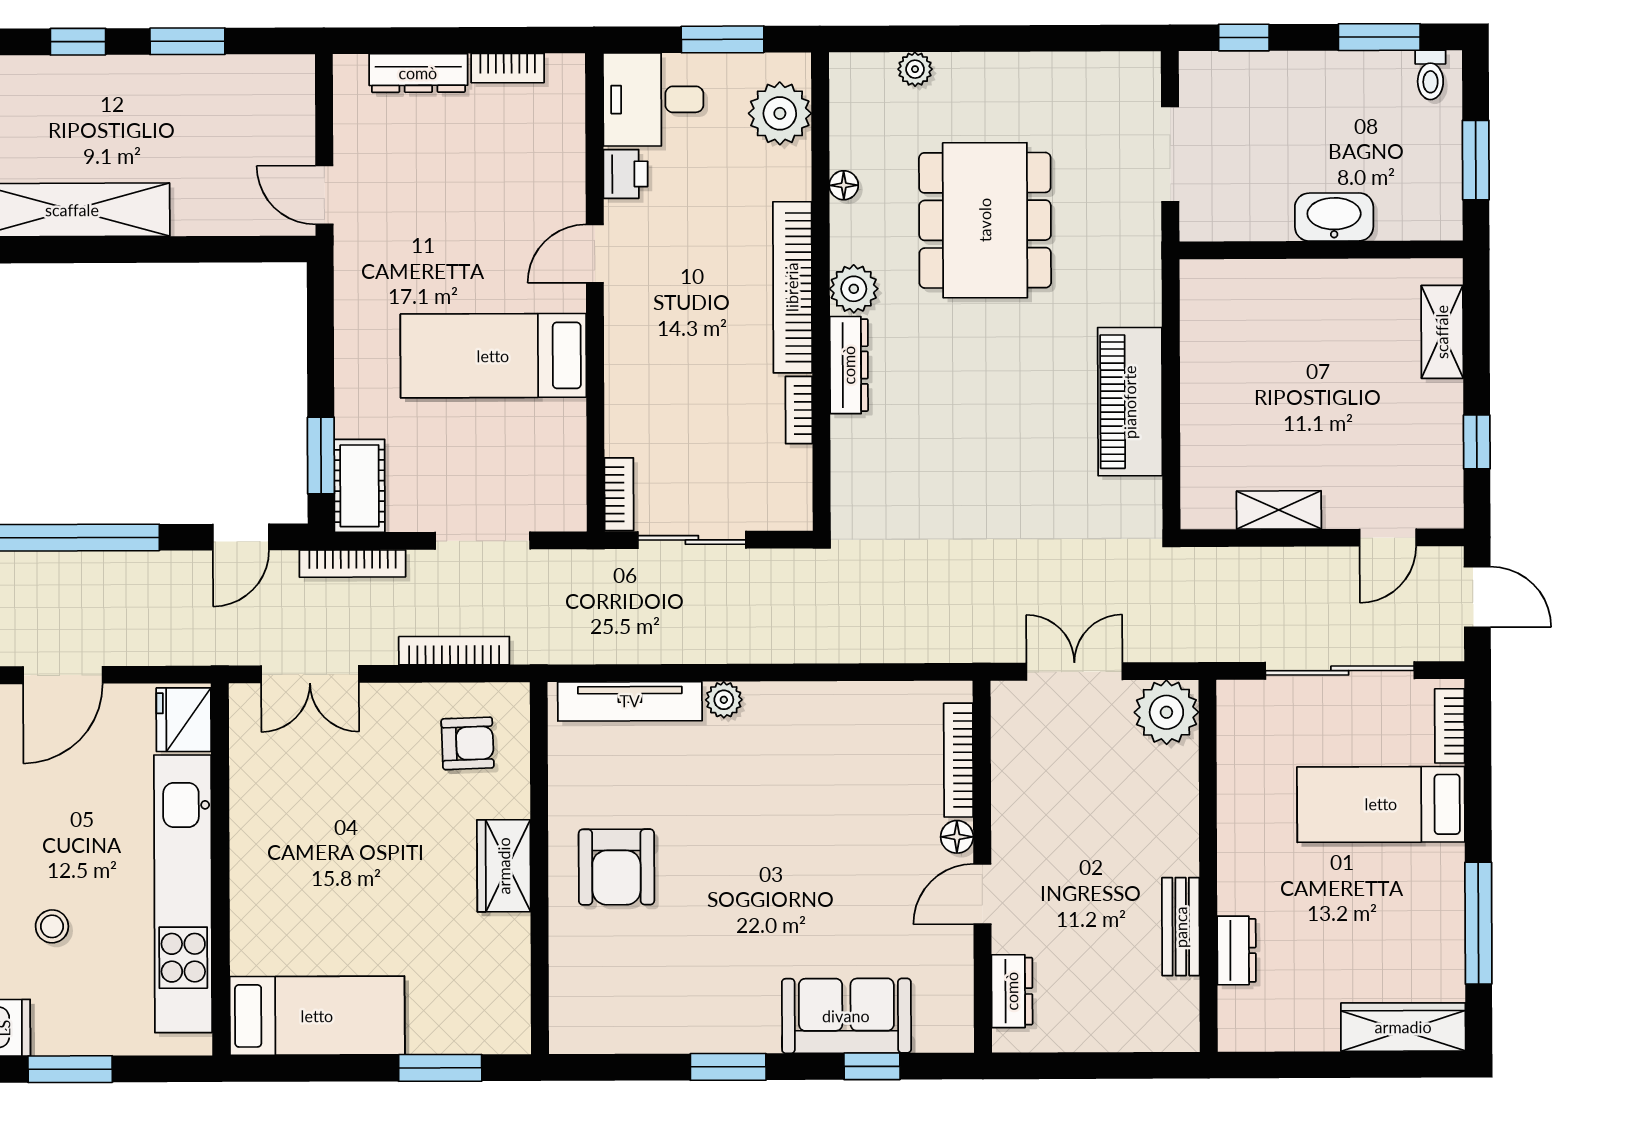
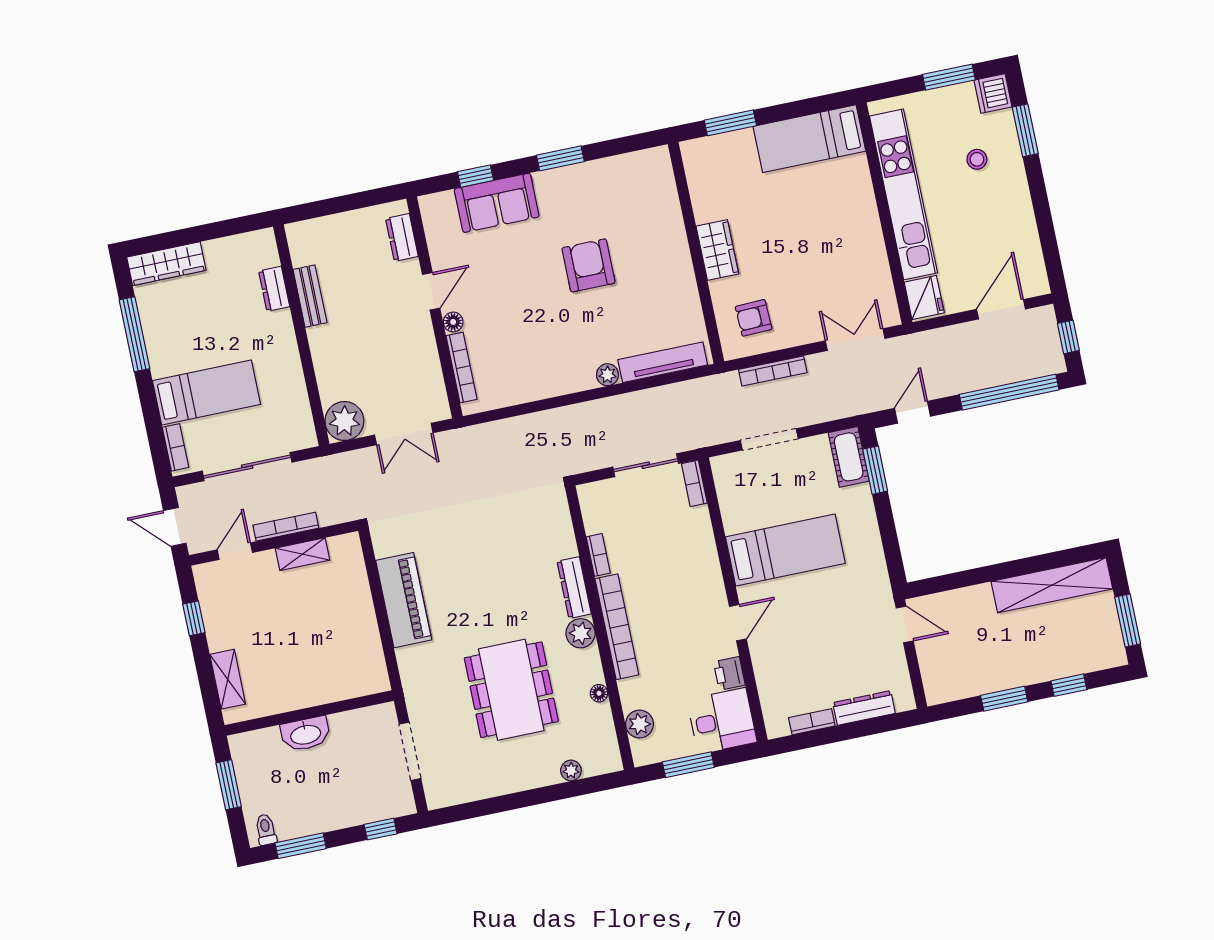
plant: (780, 113) -> (639, 724), width x0.73, depth x0.73
bookcase: (353, 564) -> (286, 527), moved
armchair: (616, 867) -> (588, 265), moved

